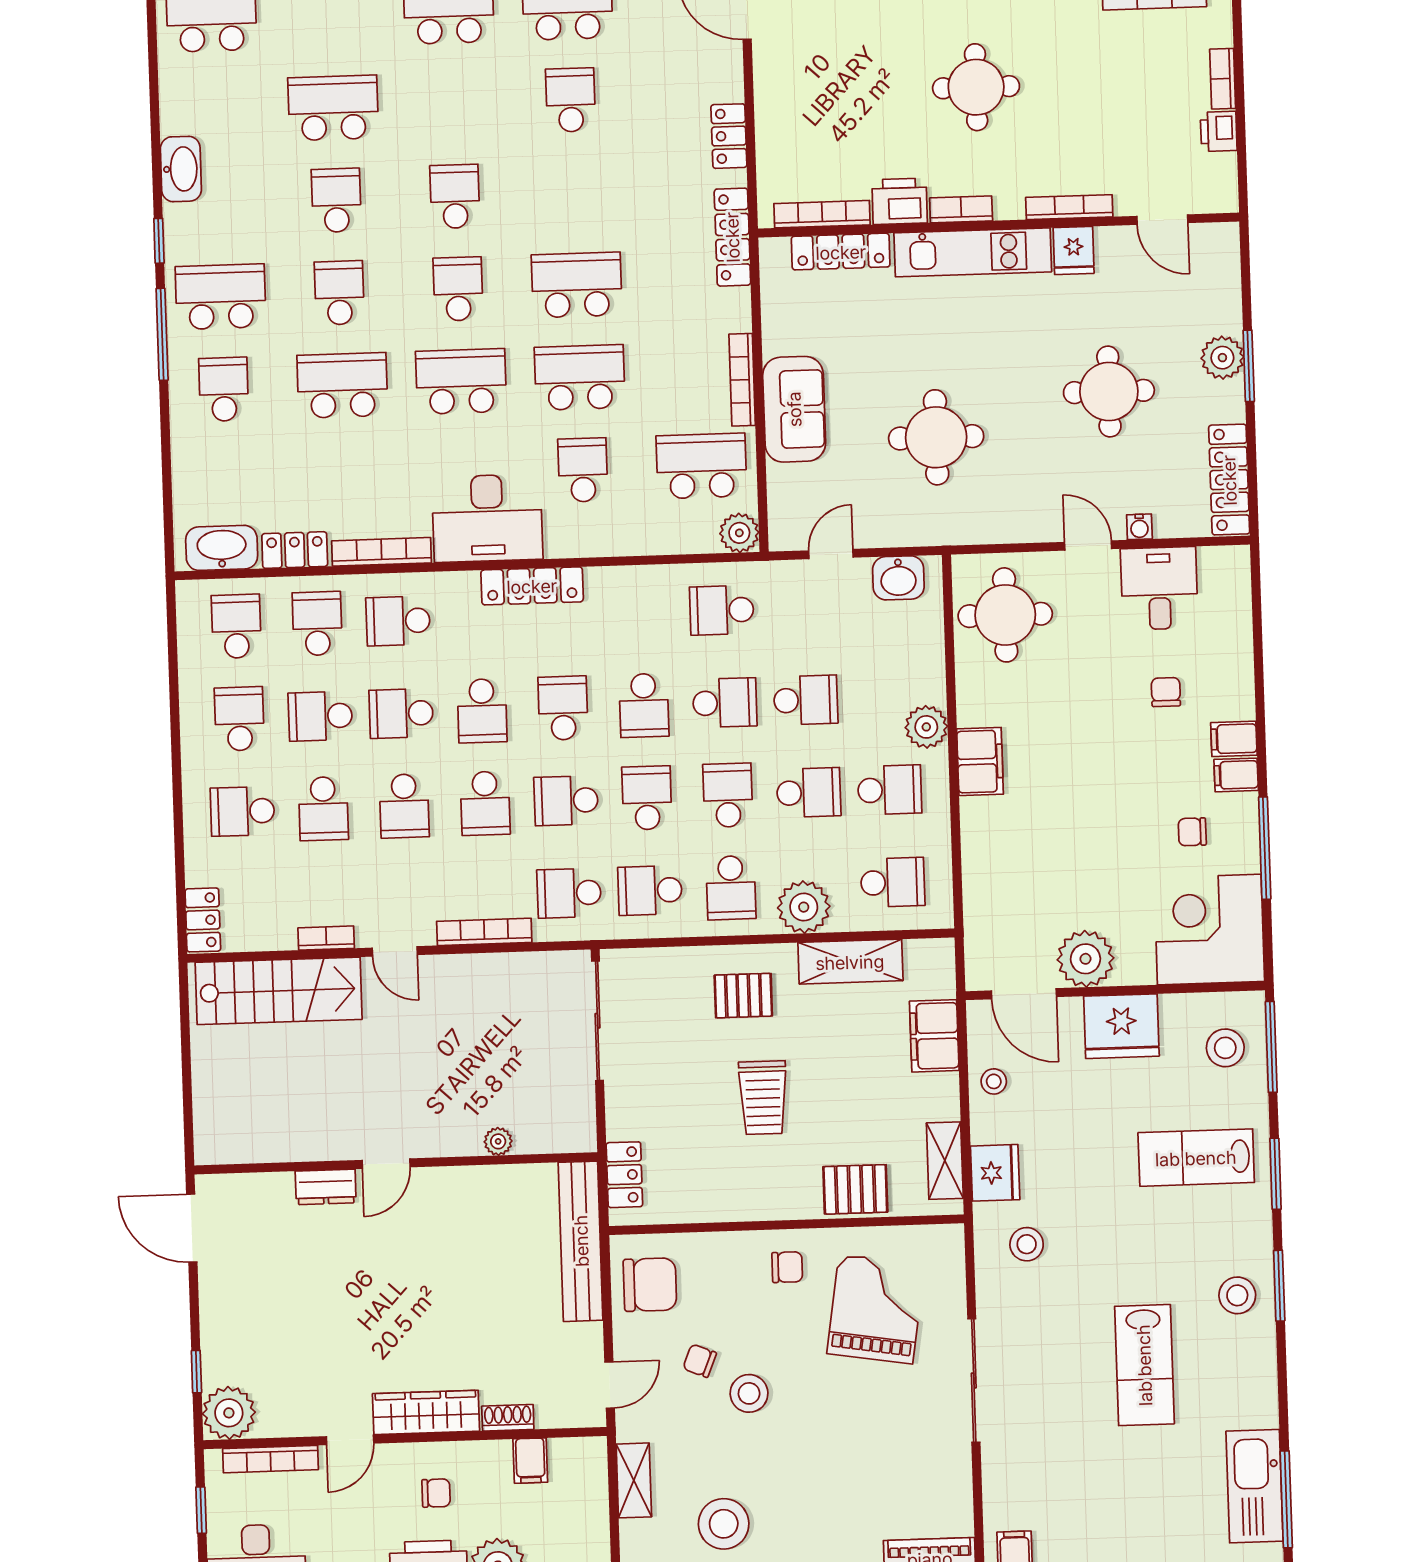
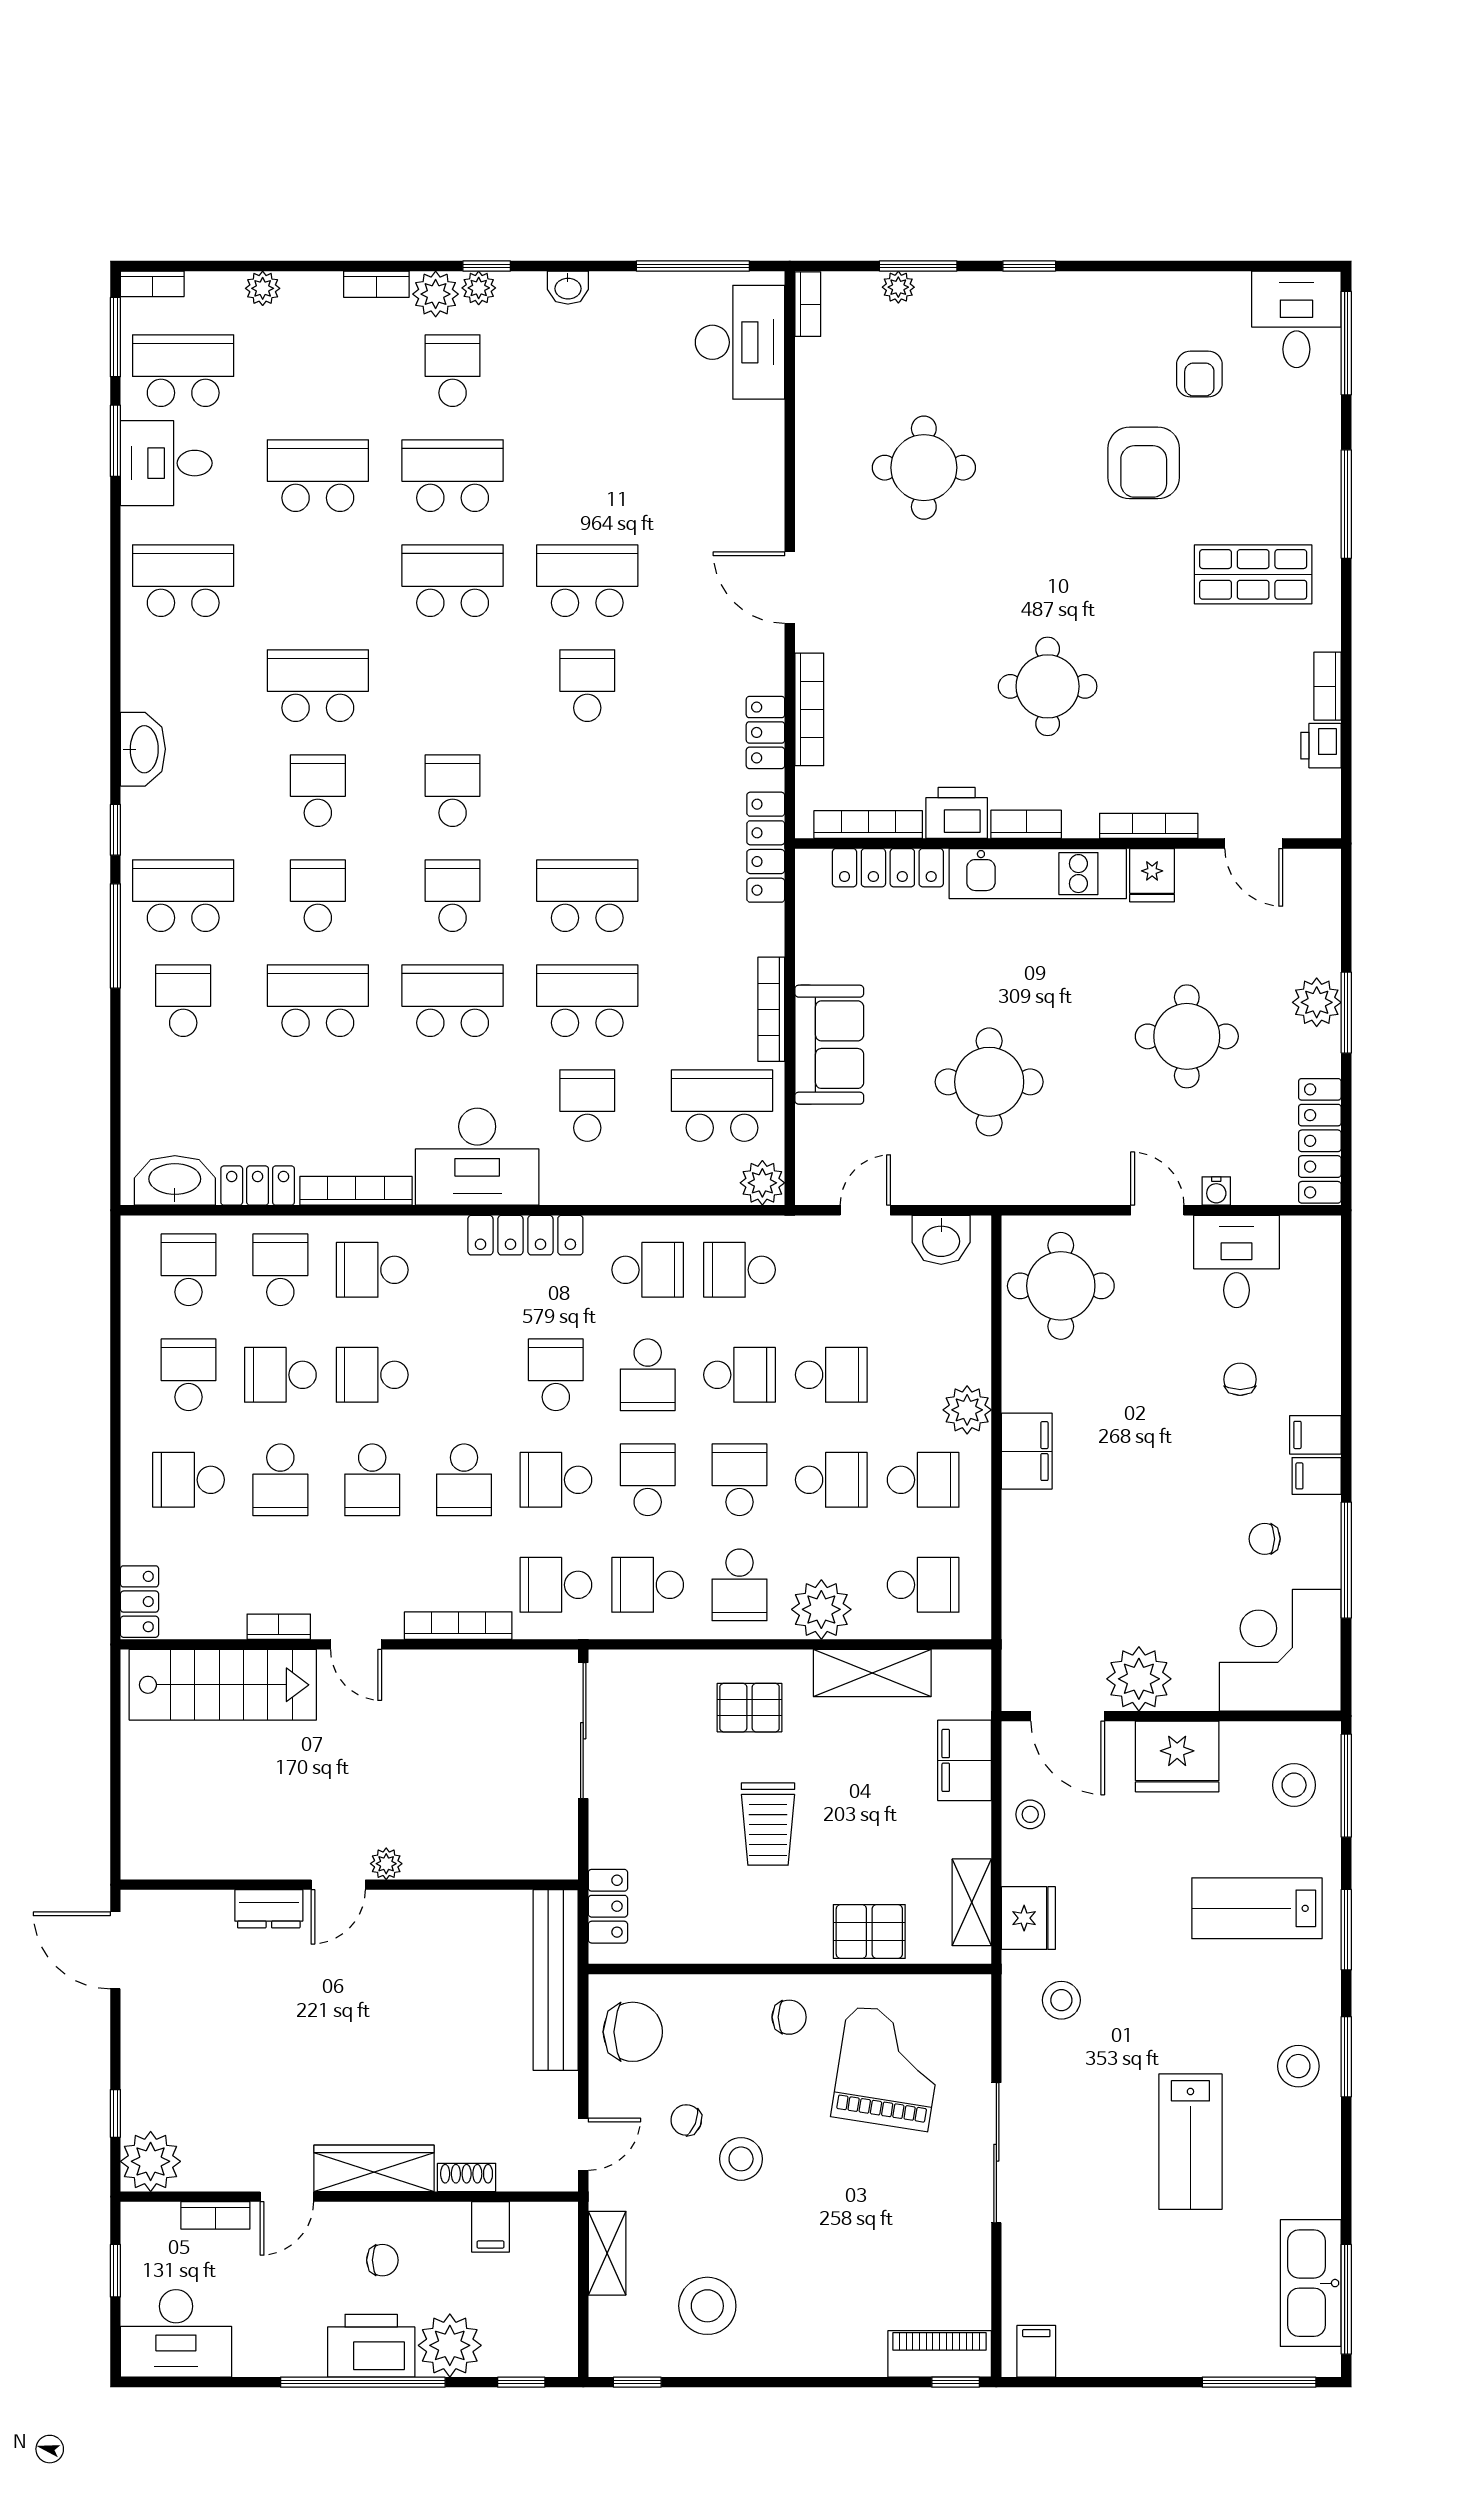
bookcase: (767, 114) -> (809, 709), added
school desk: (482, 711) -> (648, 1270), moved, turned -90
plant: (498, 1141) -> (386, 1864), moved
bookcase: (271, 1459) -> (215, 2215), width x0.64

